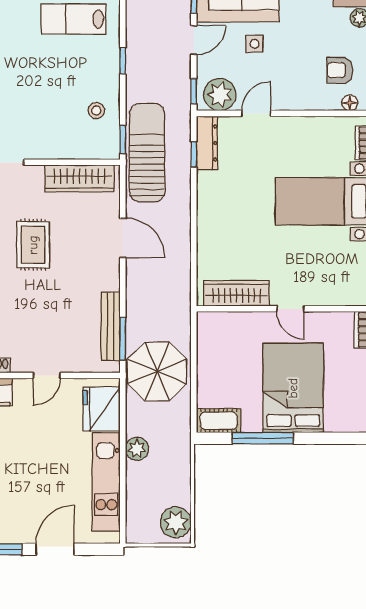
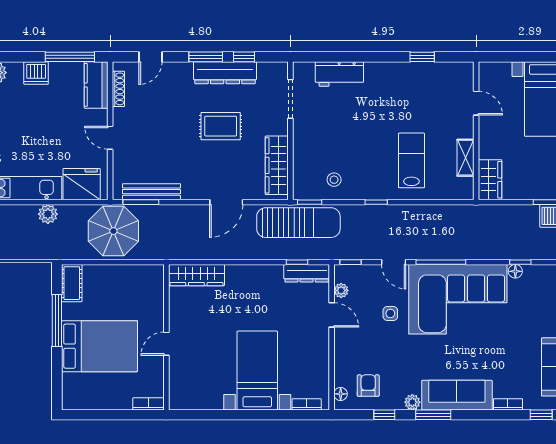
plant: (220, 95) -> (341, 290), width x0.53, depth x0.53
wardrobe: (237, 293) -> (196, 275), moved, turned 90

